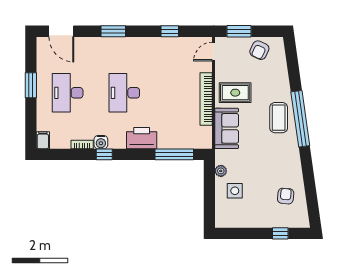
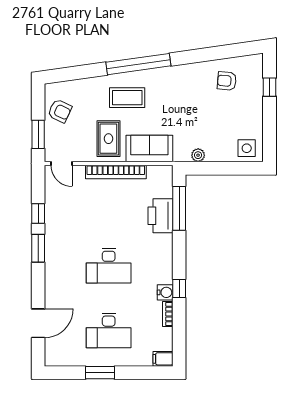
door: (61, 31) -> (38, 323), moved
window: (113, 31) -> (38, 248), moved
coffee table: (279, 118) -> (127, 98), moved
printer: (142, 138) -> (160, 216), moved
side table: (235, 191) -> (247, 148), moved

